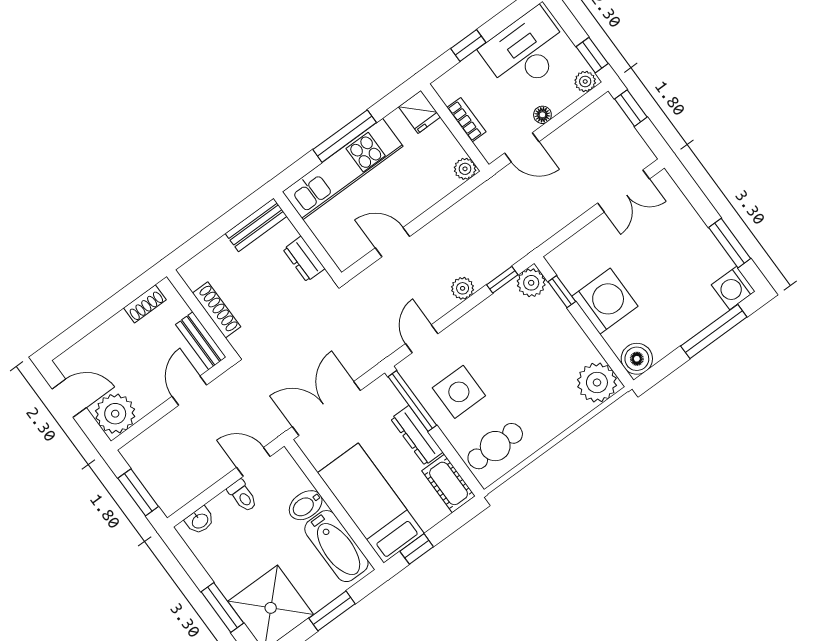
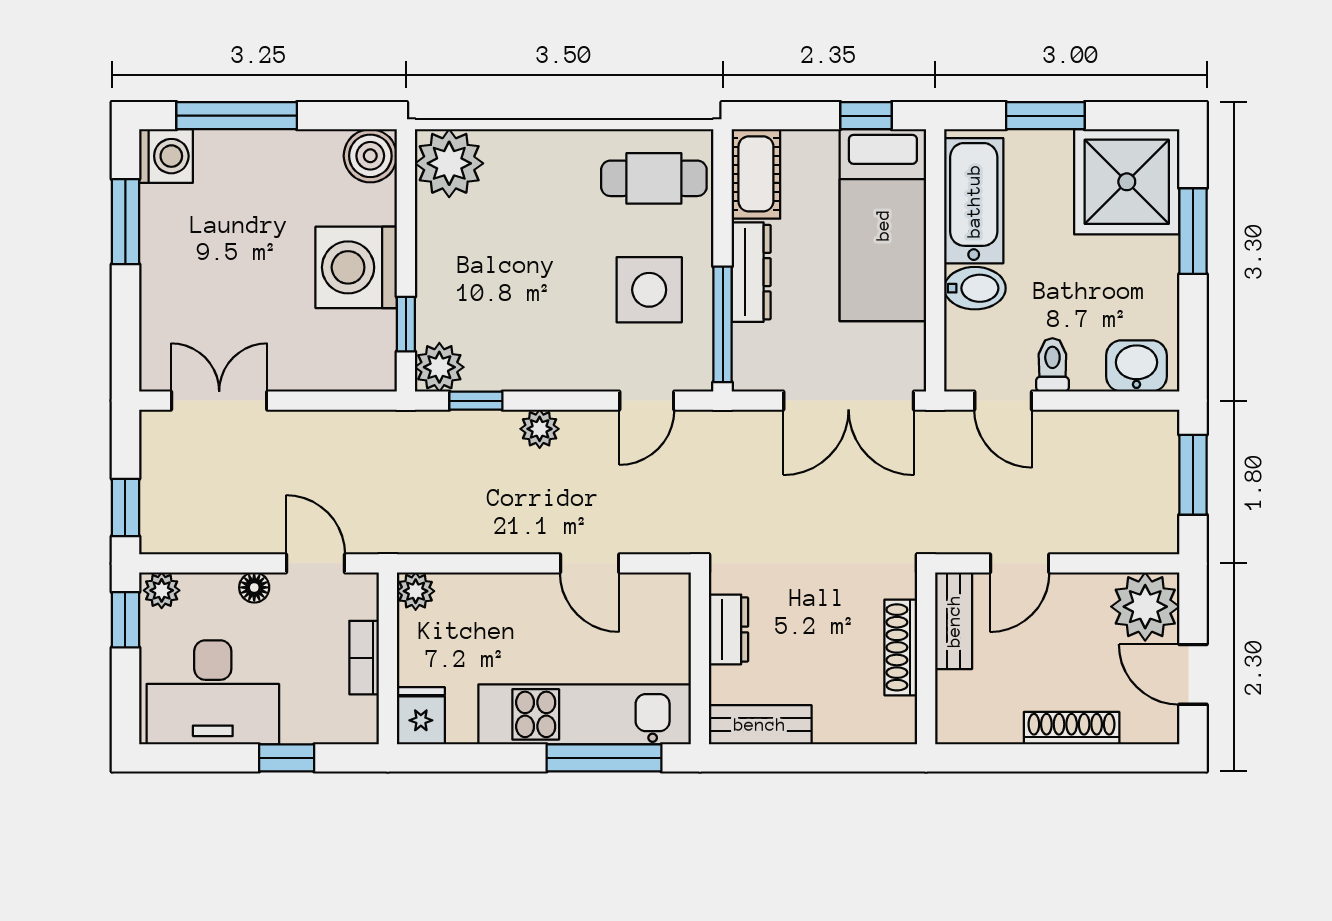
window: (345, 136) -> (604, 758), moved
shoe rack: (145, 304) -> (1072, 728), moved, width x1.43
washbasin: (200, 521) -> (1137, 366), width x1.38, depth x1.45

